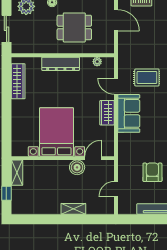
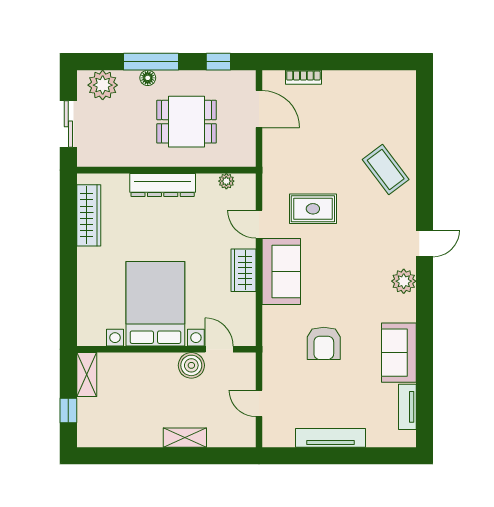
door: (93, 158) -> (219, 349), hinge flipped
armchair: (152, 172) -> (324, 343), moved, turned 180
door: (116, 189) -> (259, 403), hinge flipped

